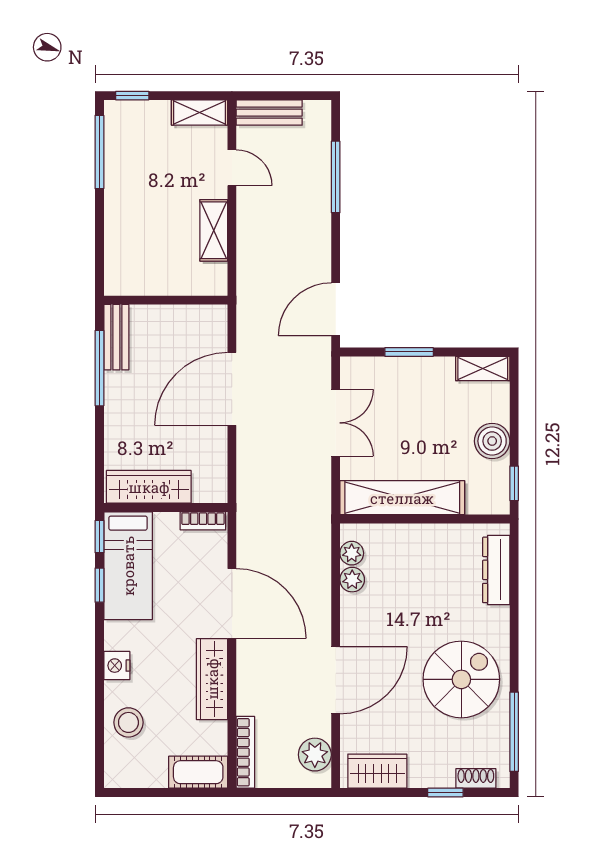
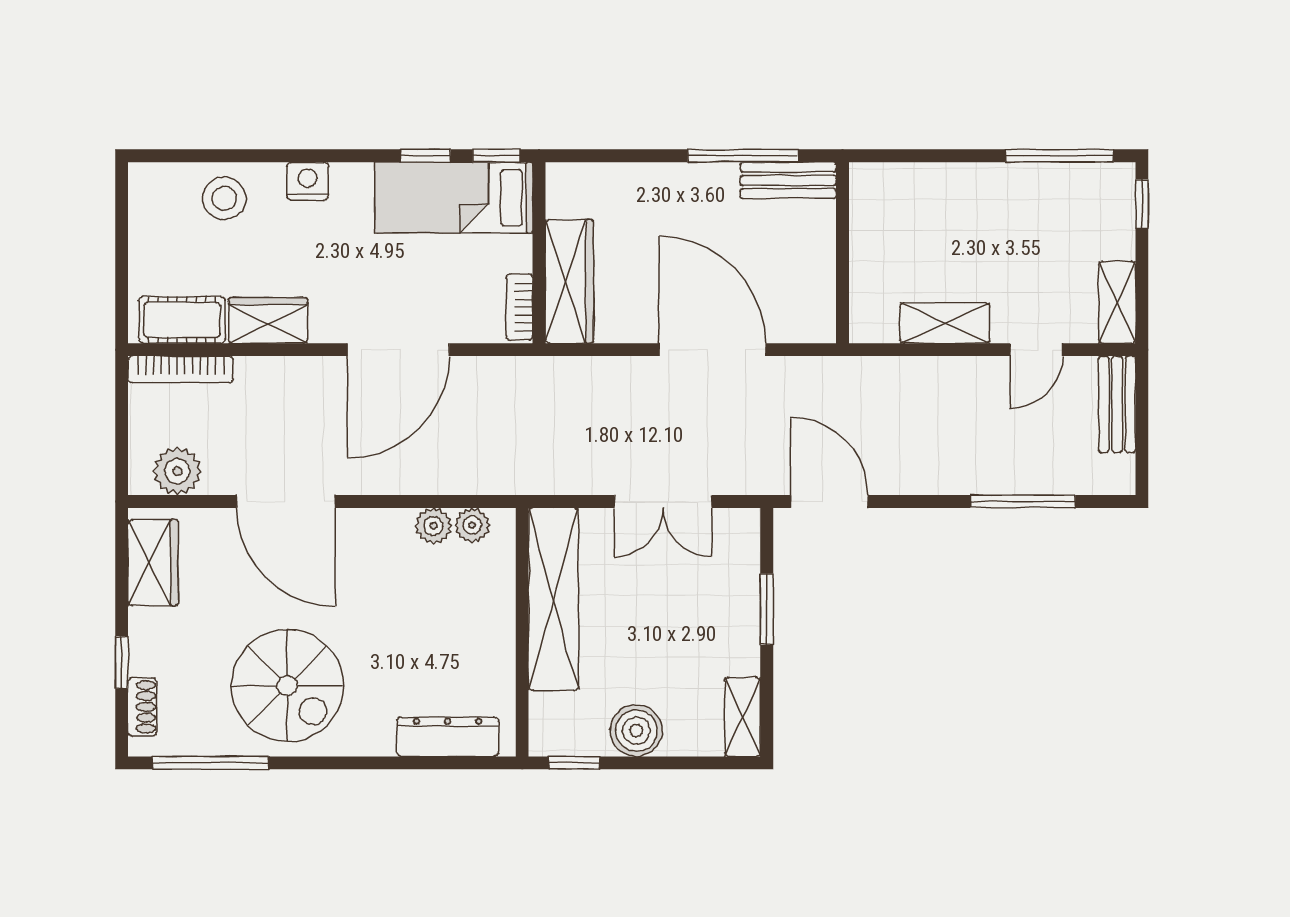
wardrobe: (149, 487) -> (569, 281), moved
wardrobe: (212, 679) -> (268, 320), width x0.67
cot: (198, 772) -> (182, 320), moved, turned 90

